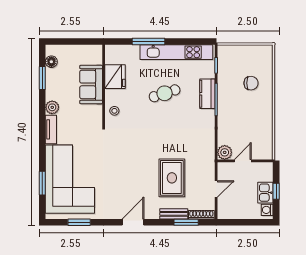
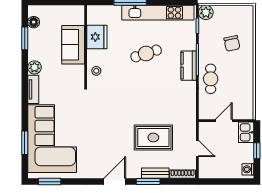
chair: (251, 83) -> (232, 43), turned 78
kitchen counter: (207, 94) -> (189, 66), moved
cafe table: (230, 119) -> (211, 79), added
plant: (225, 152) -> (206, 12), moved
rug: (172, 178) -> (153, 137), turned 90
door: (216, 189) -> (197, 149), hinge flipped
kitchen sink: (265, 193) -> (246, 132), moved
window: (79, 222) -> (50, 182), moved
window: (186, 222) -> (148, 182), moved

